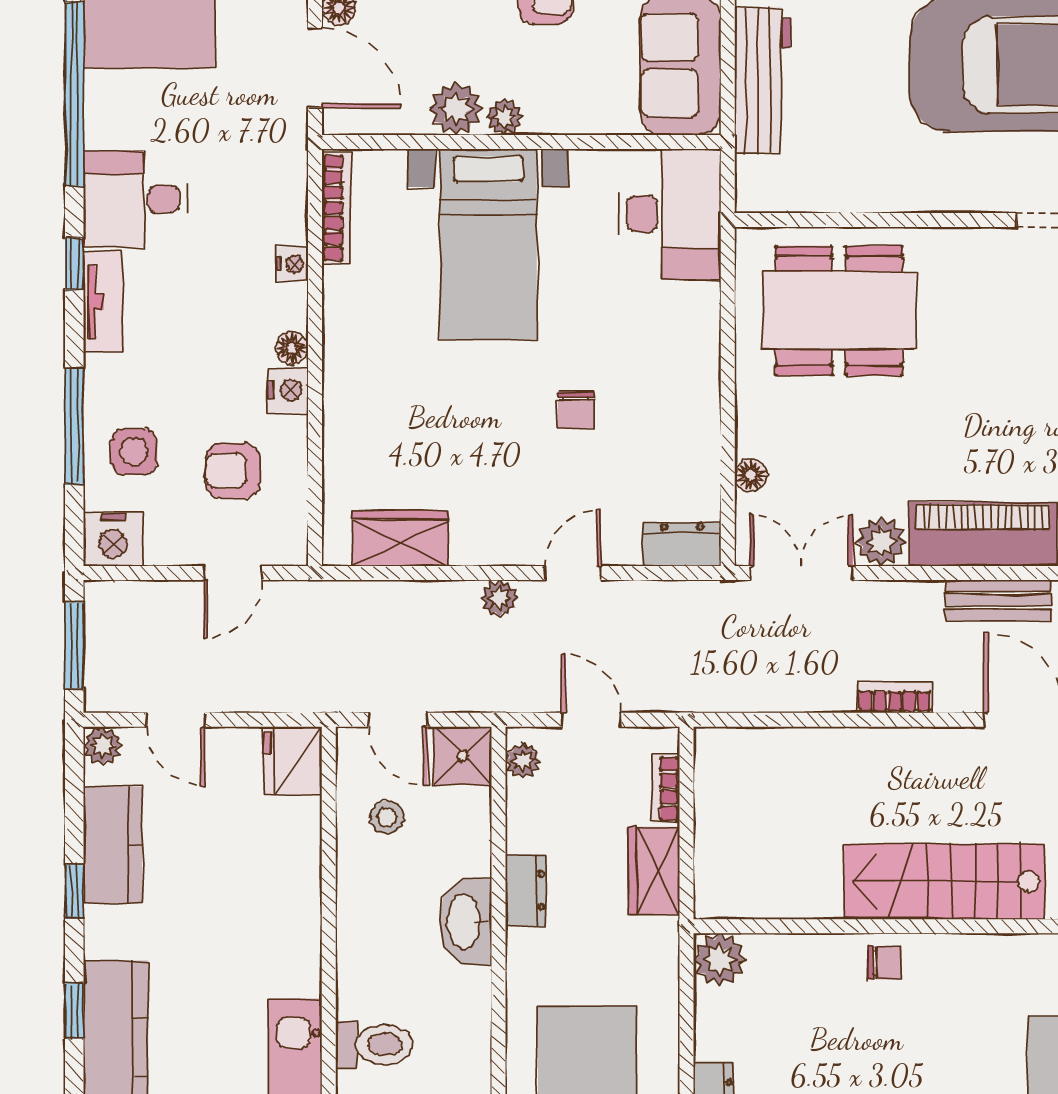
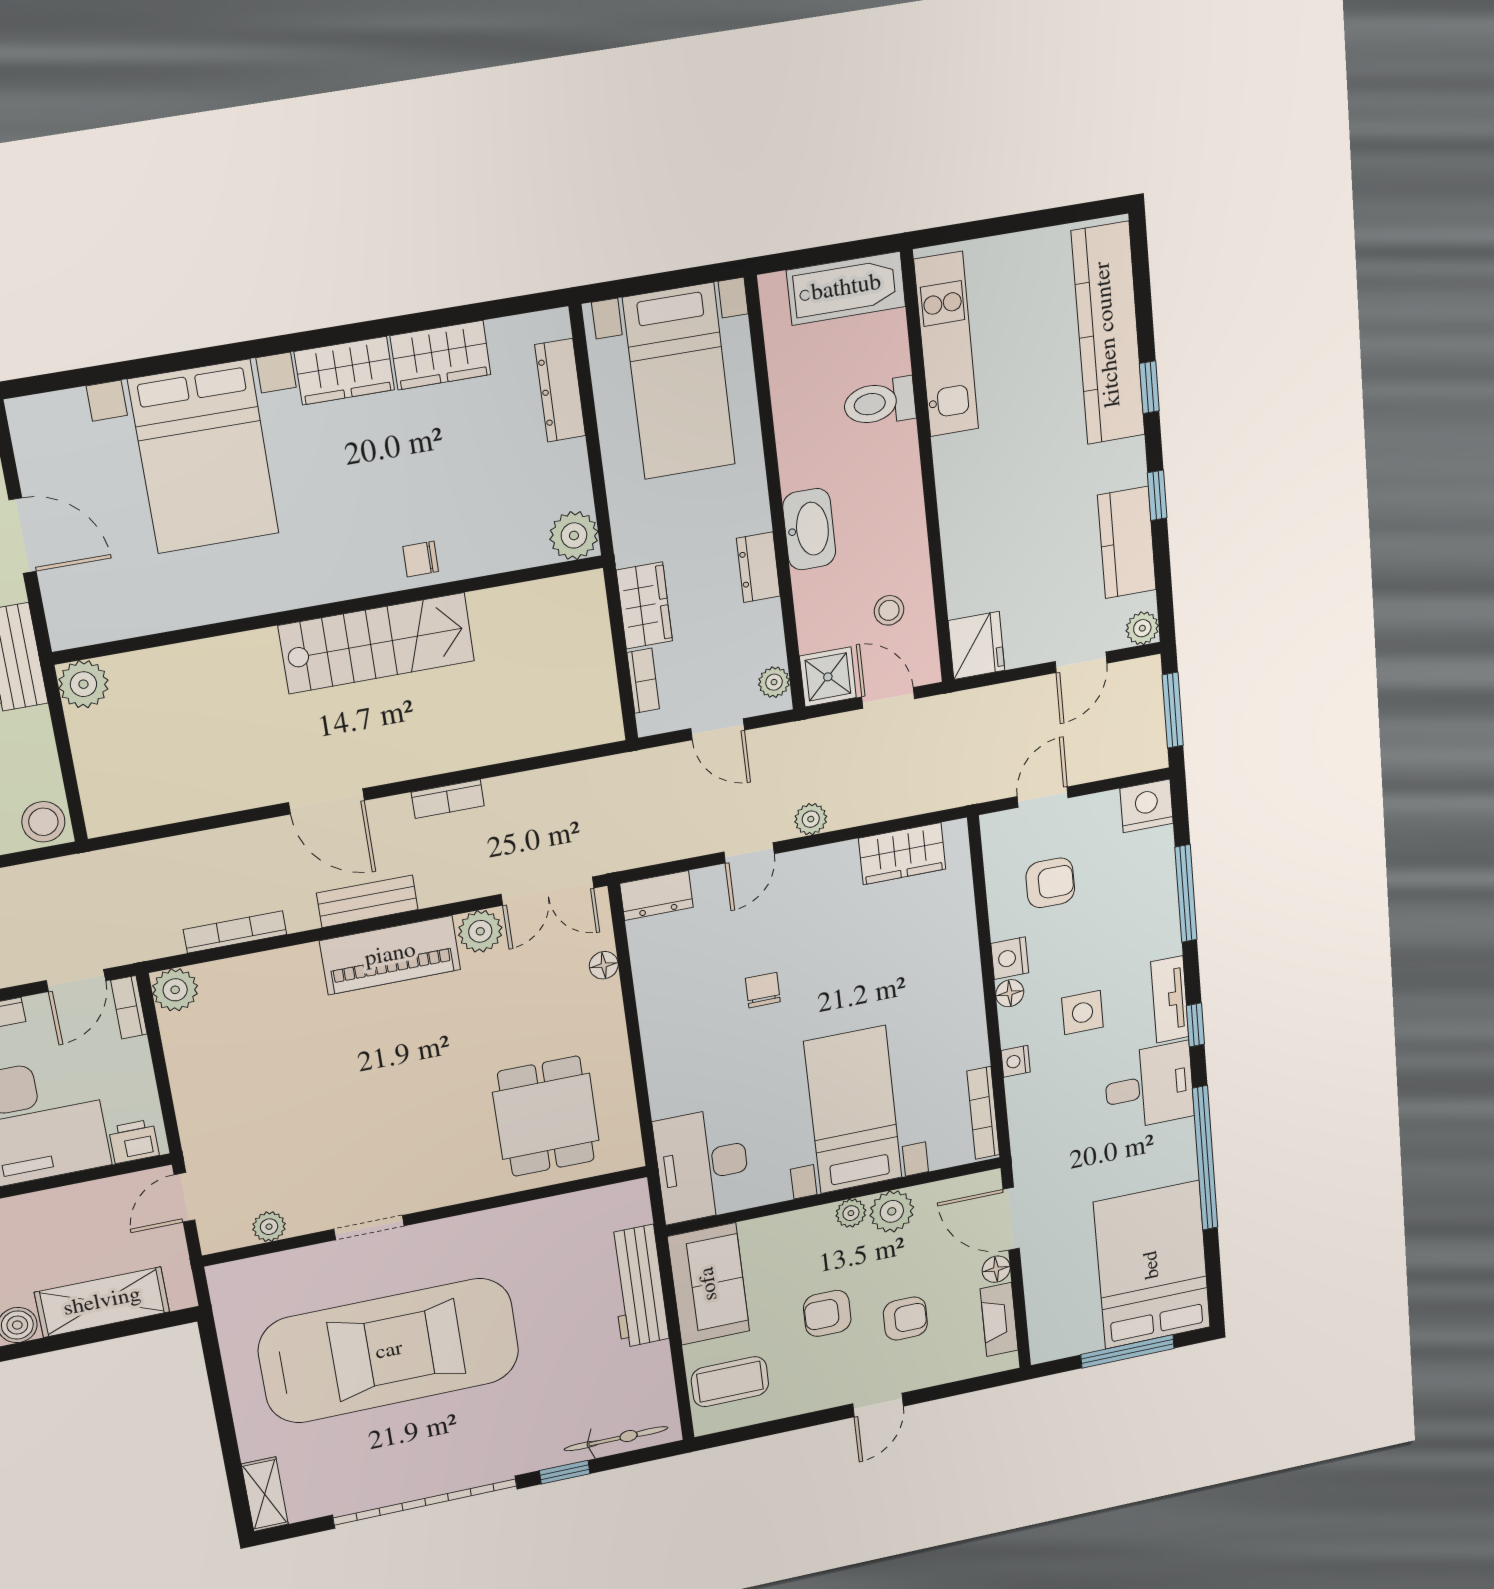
dining table: (839, 311) -> (546, 1116), width x0.73
side table: (134, 452) -> (1082, 1013), moved
door: (176, 720) -> (1081, 662), swing flipped

